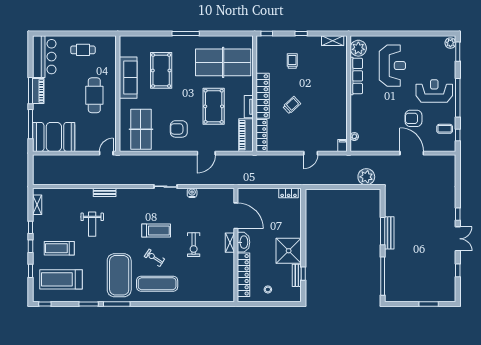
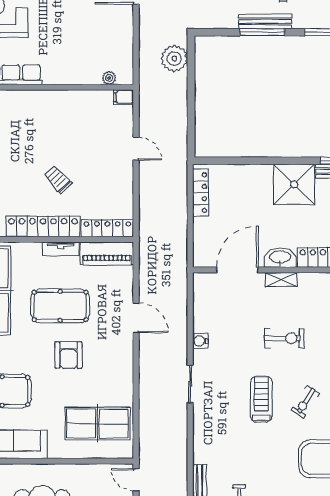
armchair: (179, 129) -> (69, 355), moved
locker: (289, 193) -> (201, 193), width x1.53

